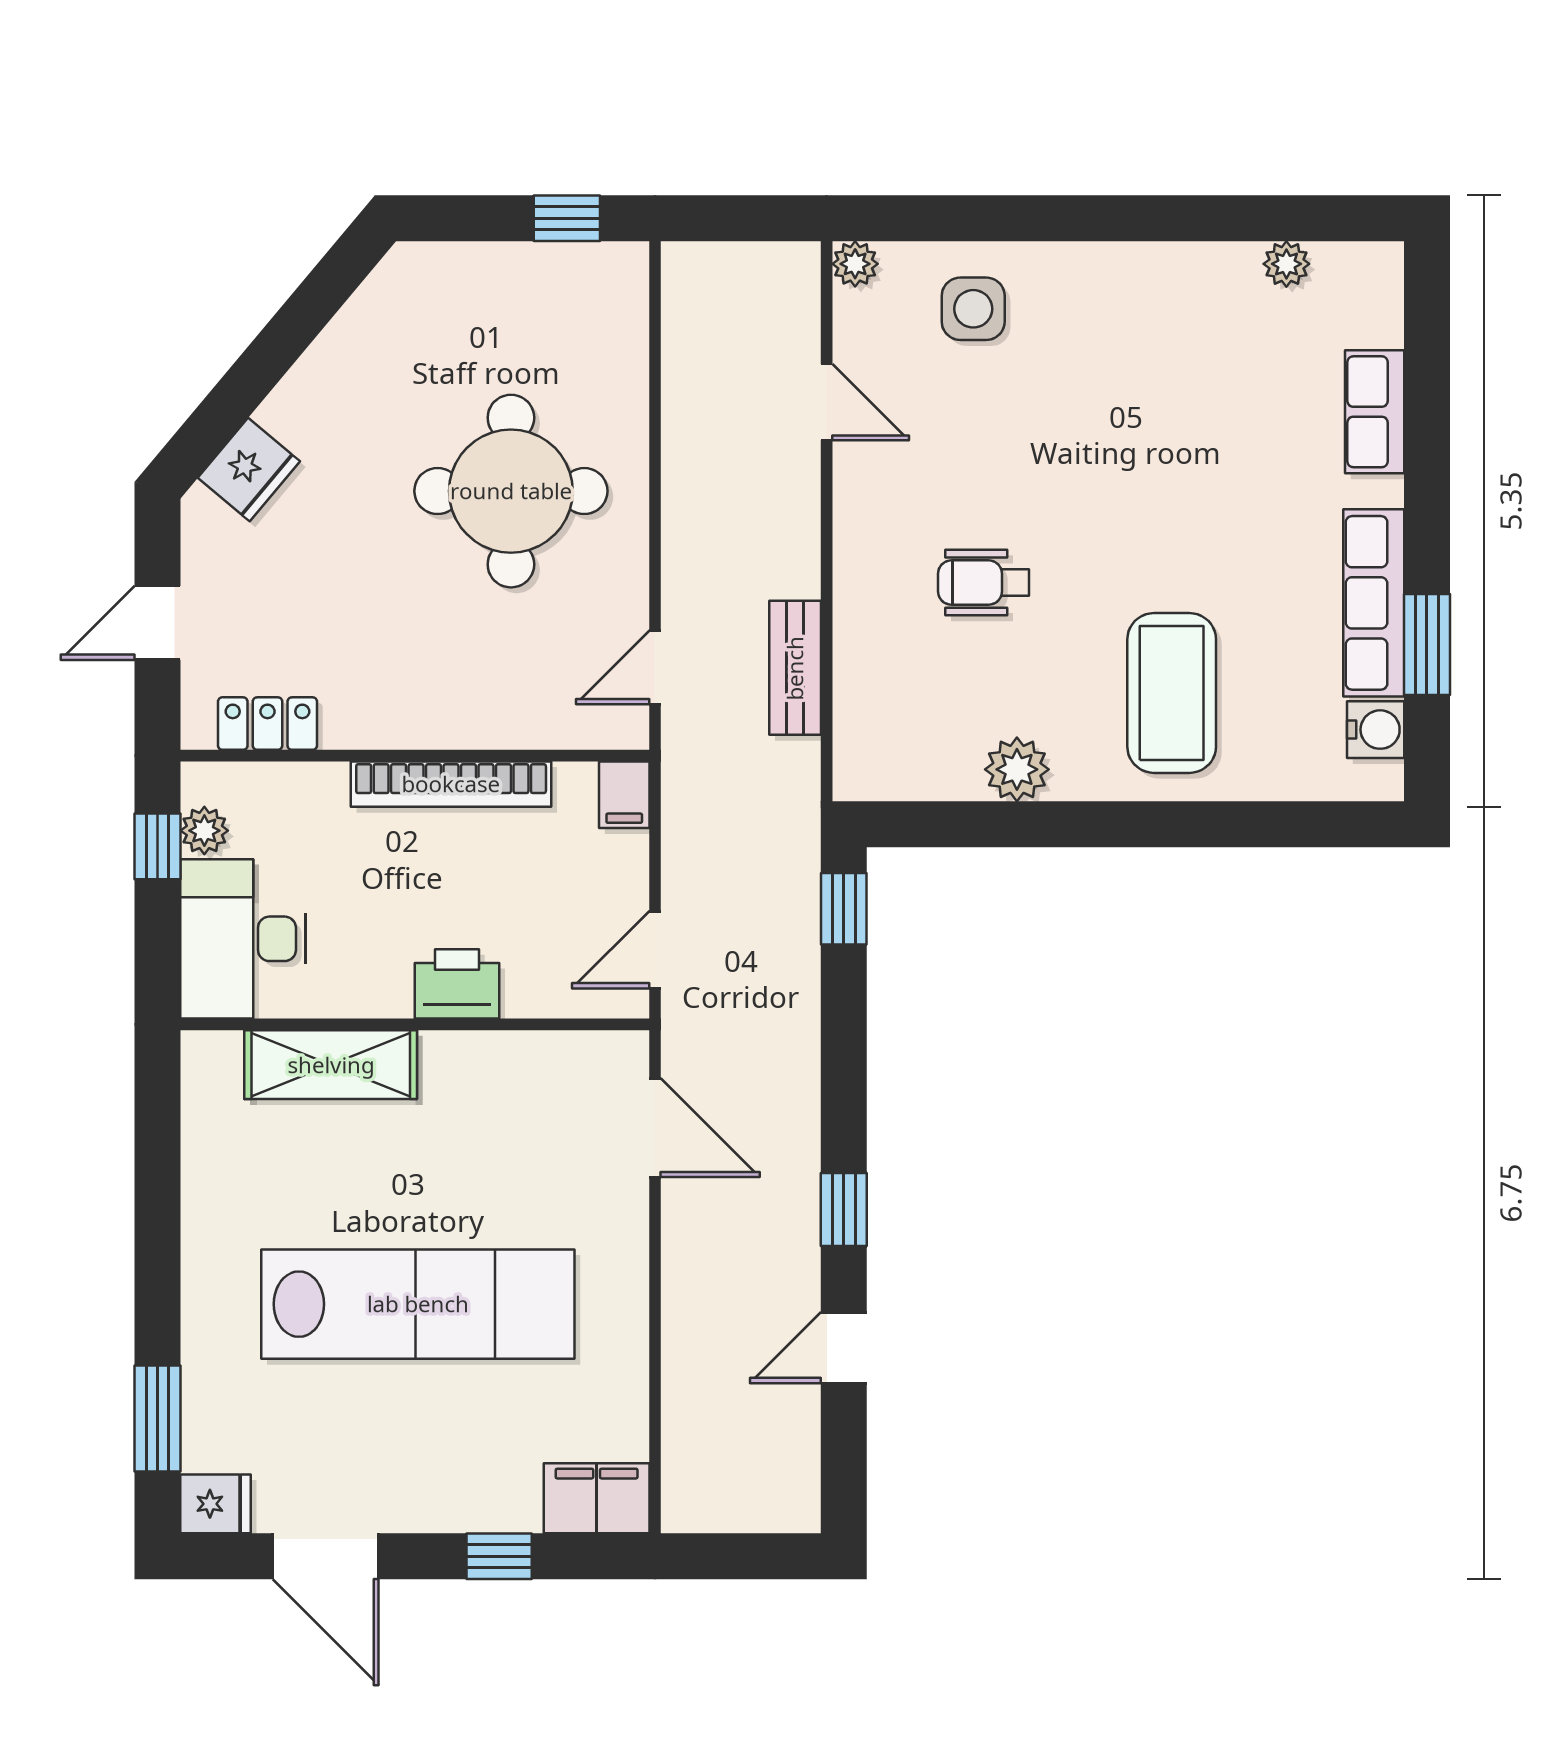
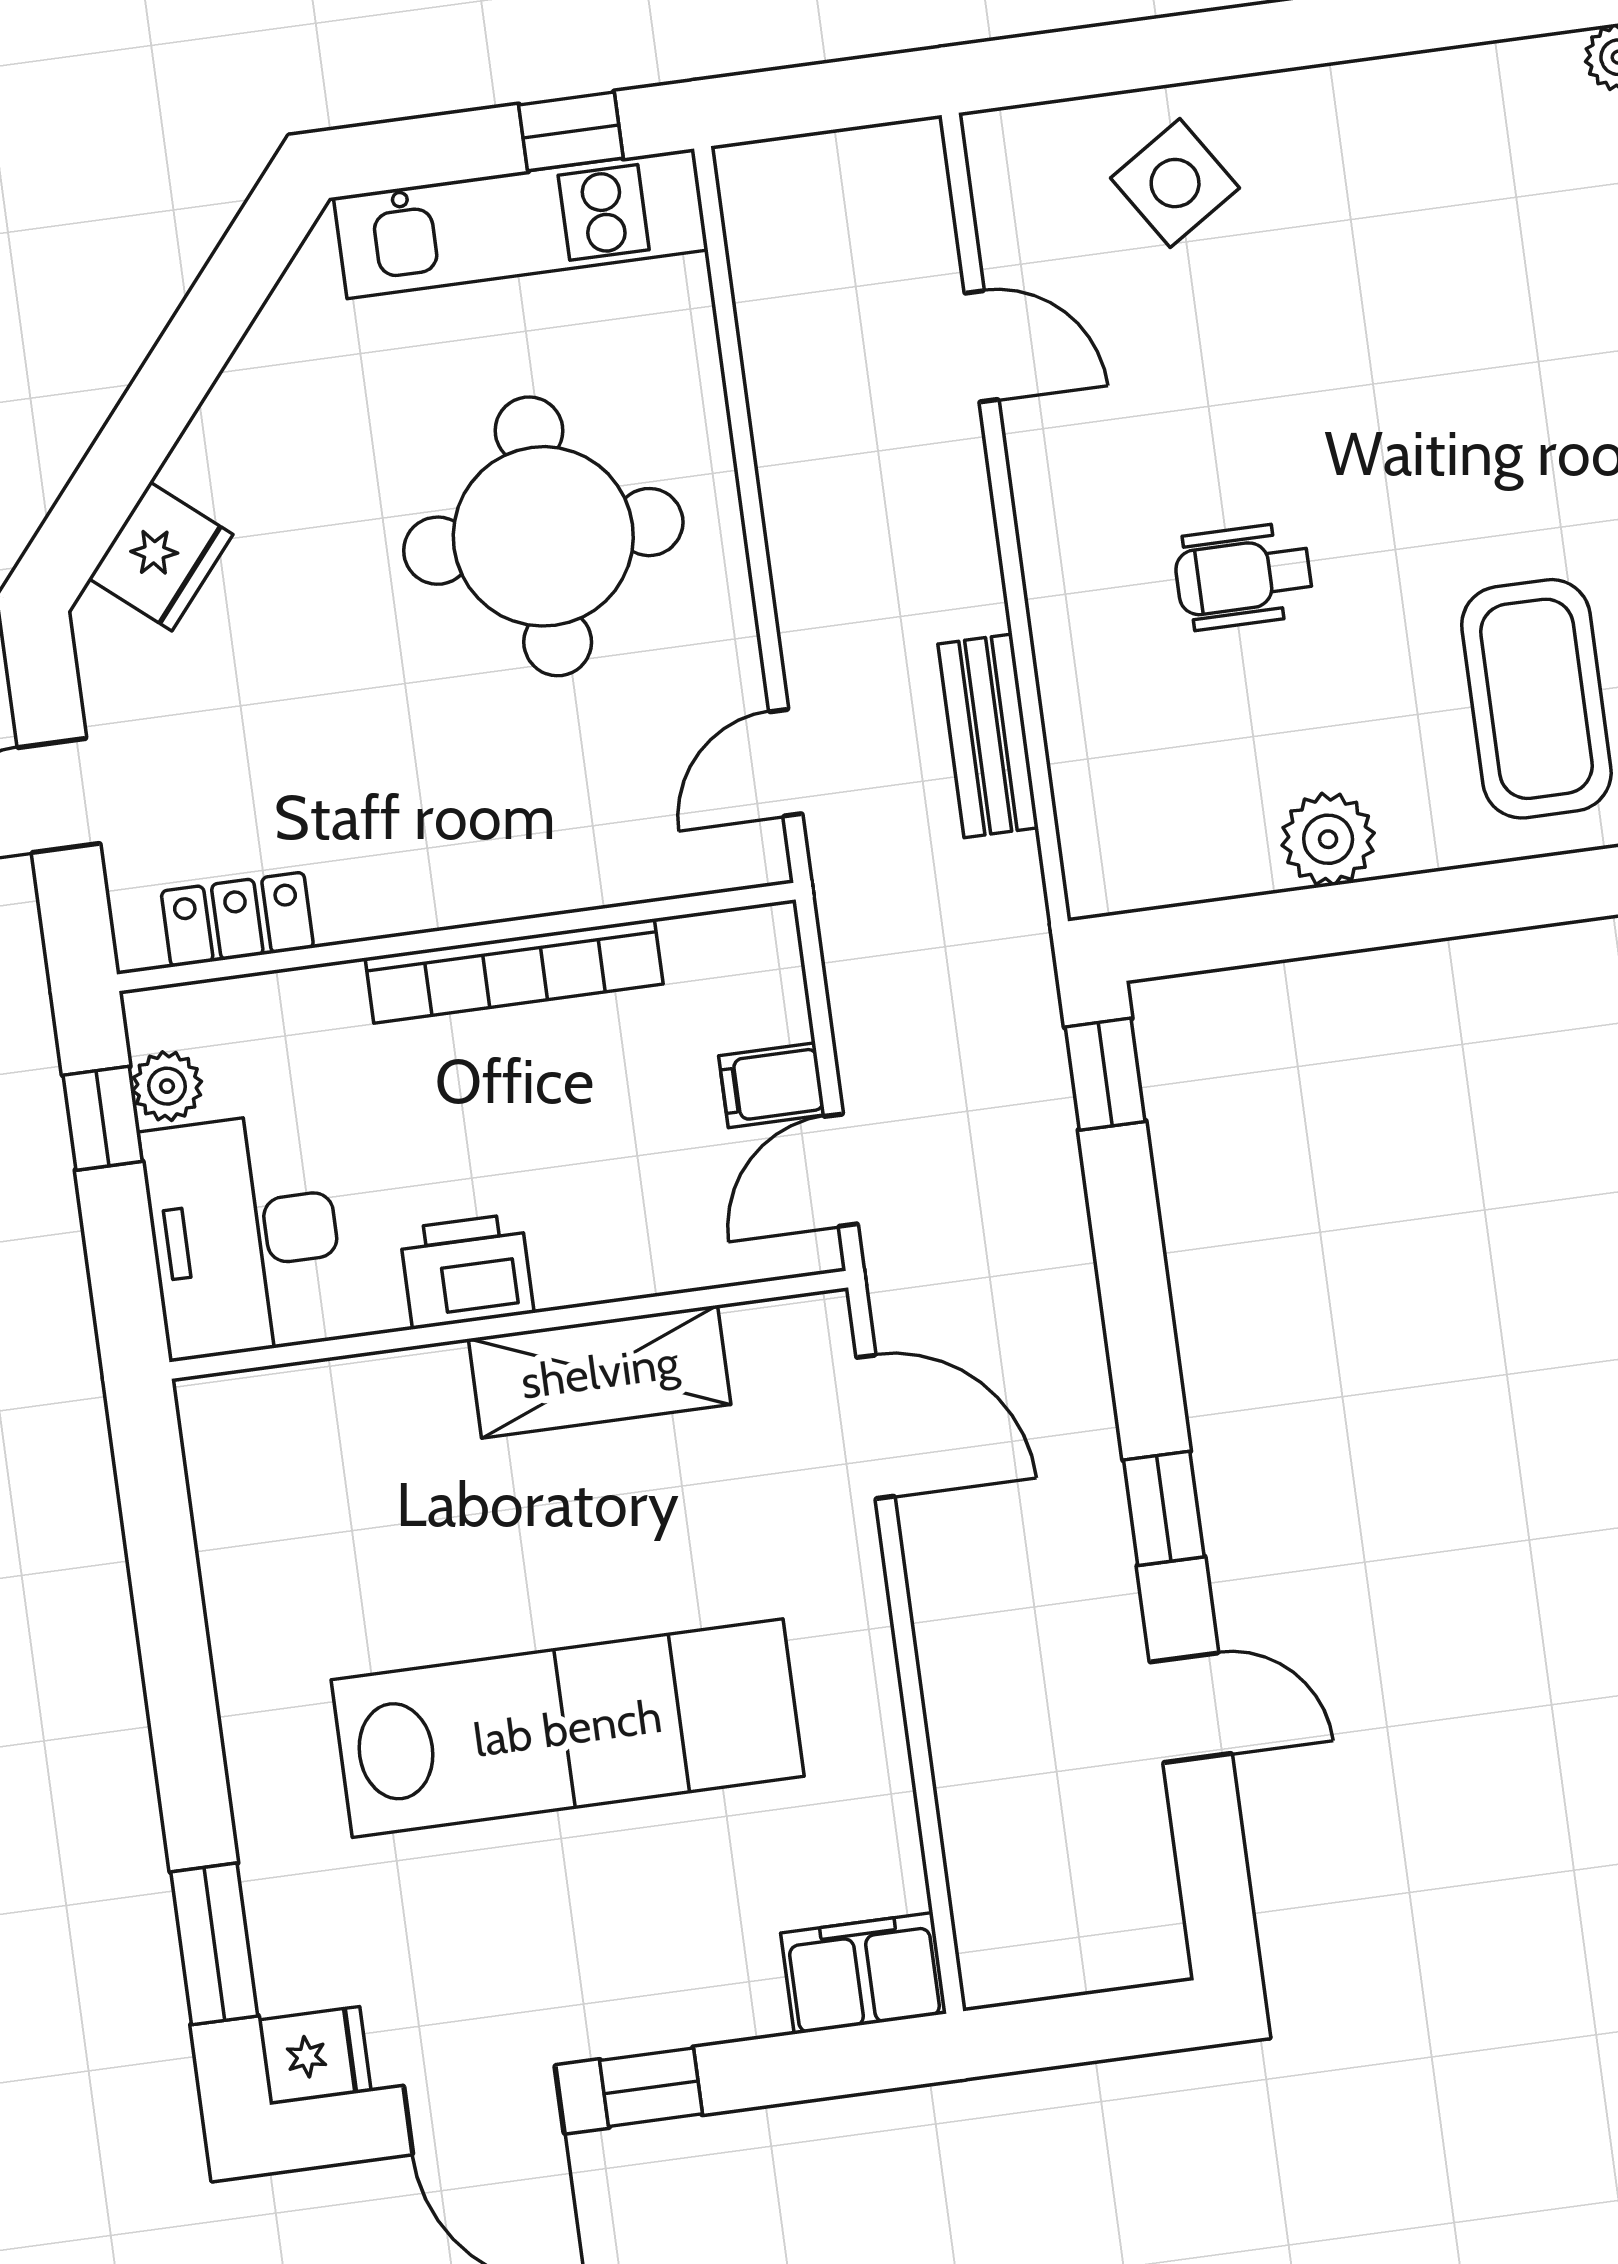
plant: (855, 264) -> (996, 141), removed
kitchen unit: (524, 276) -> (521, 224), added
side table: (973, 309) -> (1175, 183), turned -33
filing cabinet: (624, 795) -> (772, 1085), moved, turned 90
printer: (457, 984) -> (467, 1271), moved
shelving: (331, 1065) -> (600, 1372), moved
door: (844, 1348) -> (1191, 1708), swing flipped
window: (499, 1556) -> (651, 2087), moved

